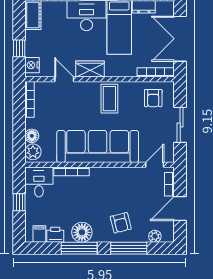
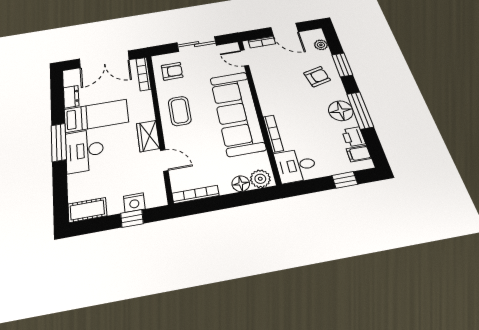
nightstand: (32, 65) -> (134, 202), moved
door: (64, 79) -> (164, 160), swing flipped
coffee table: (109, 99) -> (180, 111), turned 90
window: (19, 202) -> (345, 180), moved
window: (129, 248) -> (342, 65), width x0.69

